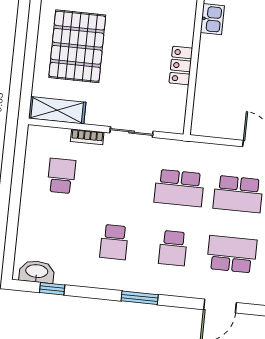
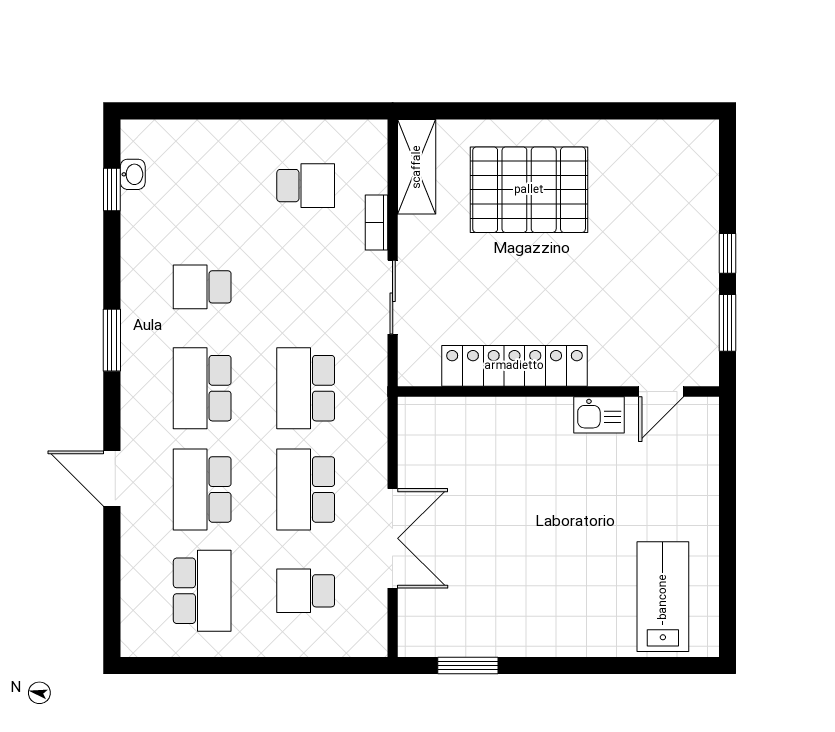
locker: (181, 66) -> (514, 366), width x2.16, depth x1.21
school desk: (173, 248) -> (202, 388), width x1.85
school desk: (232, 254) -> (202, 489), turned 180
washbasin: (37, 272) -> (133, 174), width x0.52, depth x0.69

